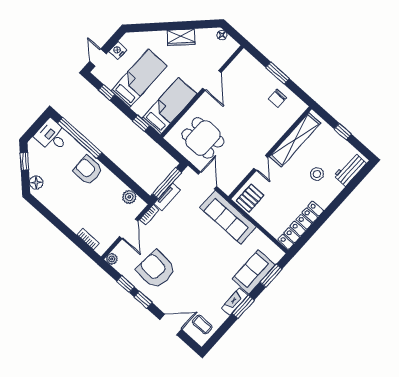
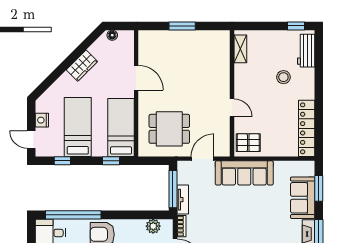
chair: (277, 98) -> (200, 46), removed
window: (343, 132) -> (296, 26), moved
shelving: (295, 140) -> (240, 49), width x0.45, depth x0.75
door: (207, 180) -> (203, 159), hinge flipped
pallet: (250, 198) -> (248, 143), turned 90

